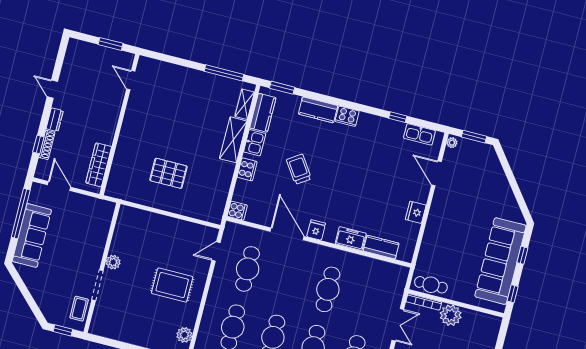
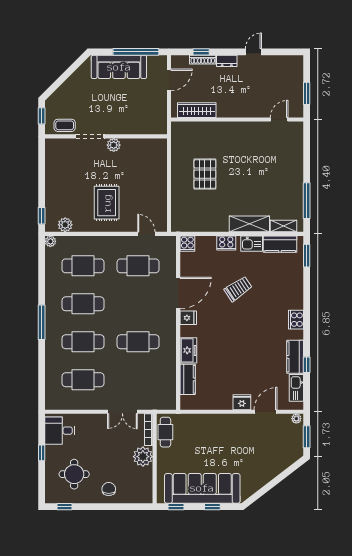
kitchen counter: (318, 110) -> (295, 357), moved
fridge: (416, 212) -> (242, 402), moved

